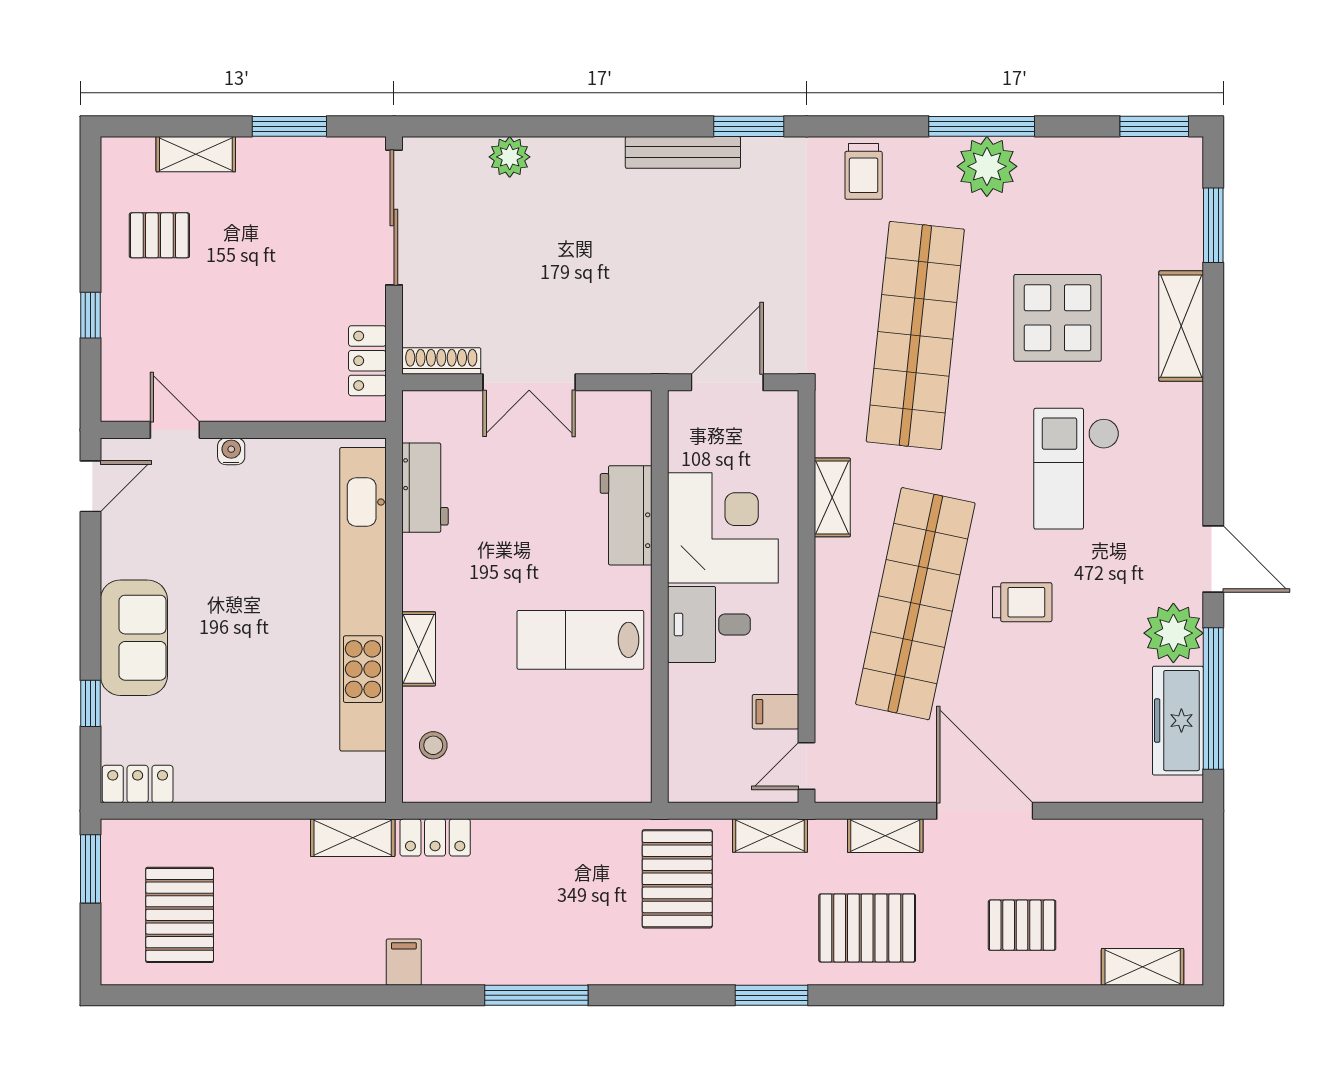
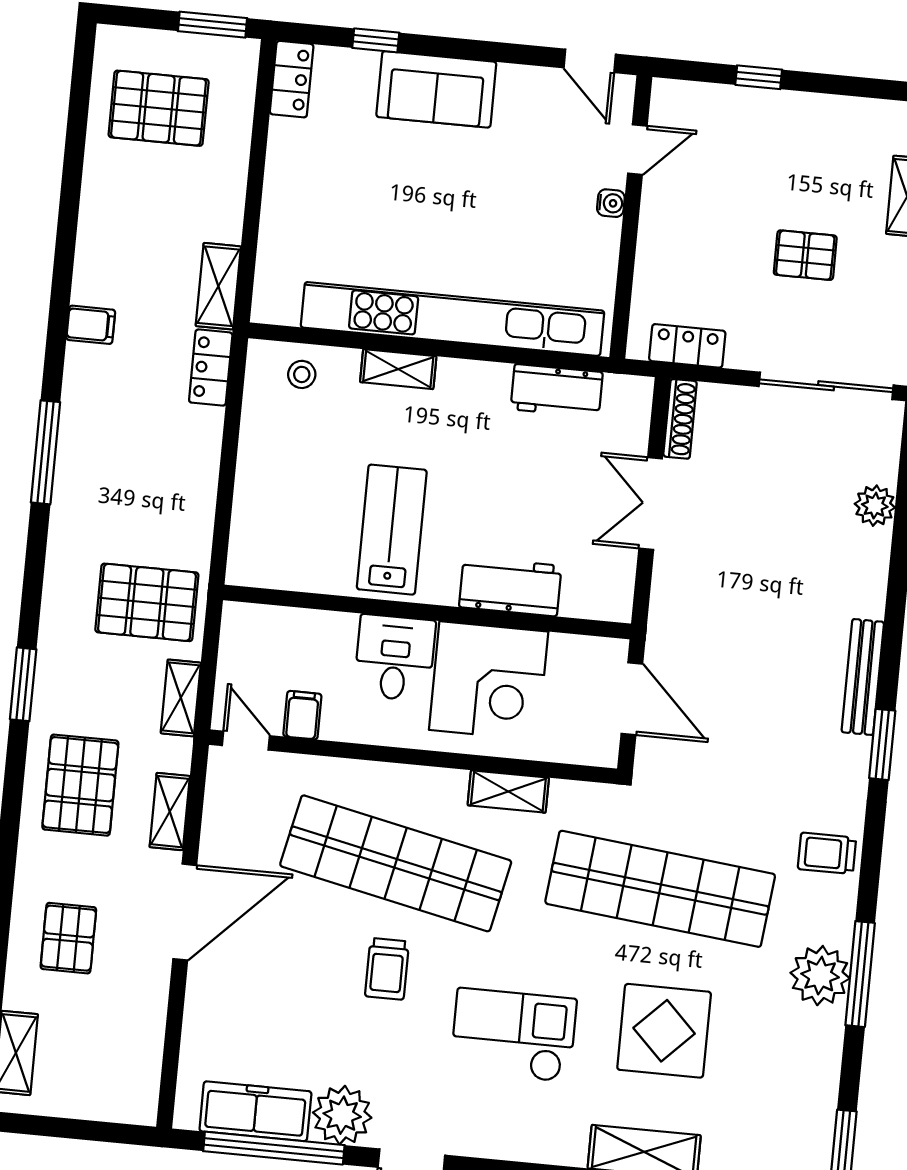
pallet: (159, 235) -> (805, 255), moved, turned 90

